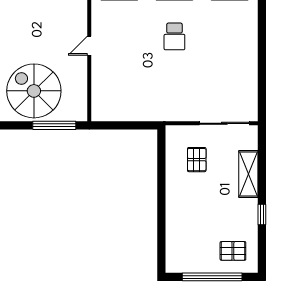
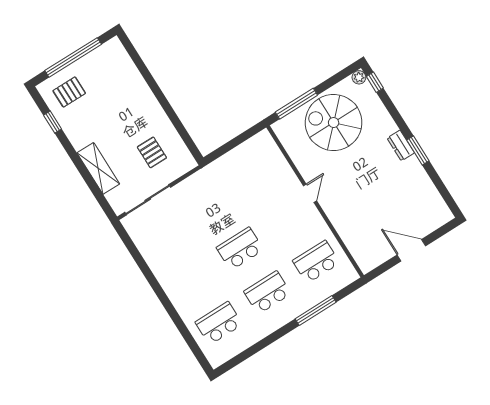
school desk: (174, 36) -> (240, 249), width x1.85
spiral stairs: (34, 91) -> (334, 123), turned 180
window: (262, 214) -> (53, 122), moved

